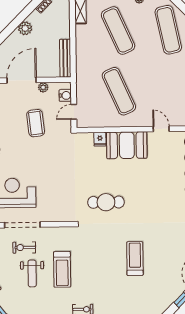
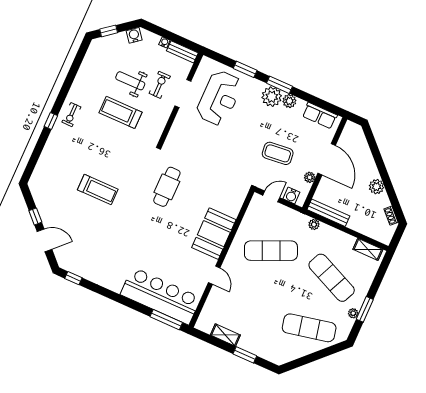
exercise mat: (118, 30) -> (332, 278), turned 48
plant: (81, 66) -> (314, 224), added
door: (74, 112) -> (271, 196), hinge flipped
door: (161, 129) -> (214, 275), hinge flipped
fridge: (100, 139) -> (232, 210), removed
doorway: (22, 225) -> (183, 94), width x0.73

